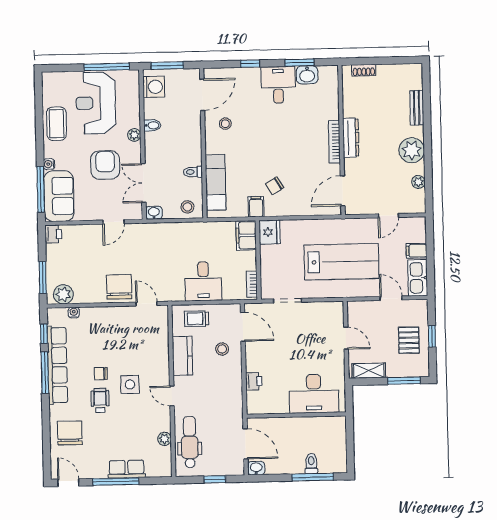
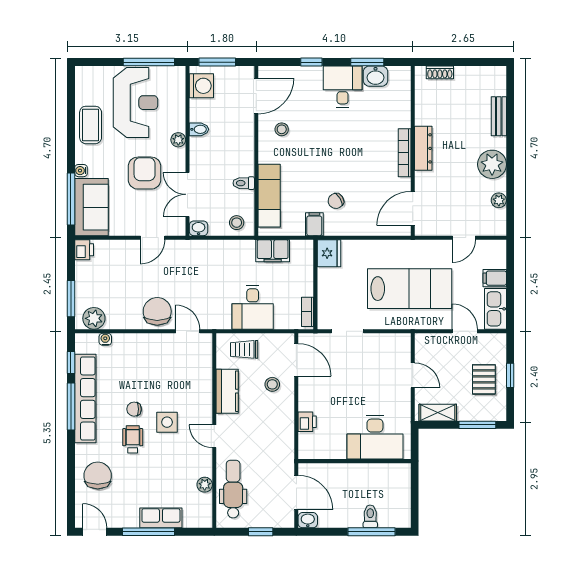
reception desk: (96, 103) -> (135, 103), turned 180
filing cabinet: (246, 235) -> (273, 251), moved, turned -90

